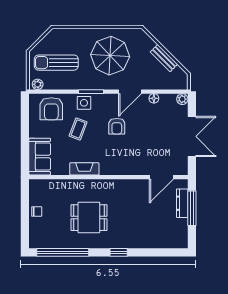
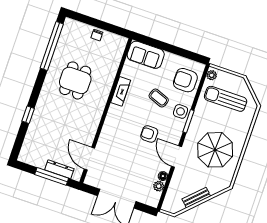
sun lounger: (56, 63) -> (226, 99), turned -90
plant: (182, 99) -> (159, 186), moved
window: (119, 252) -> (28, 115), moved

